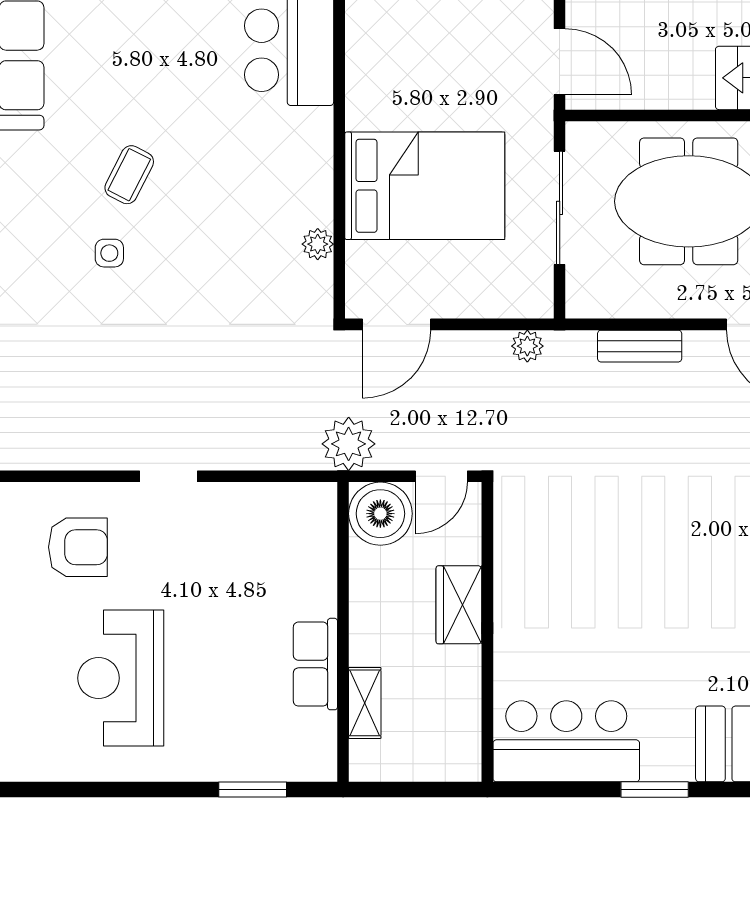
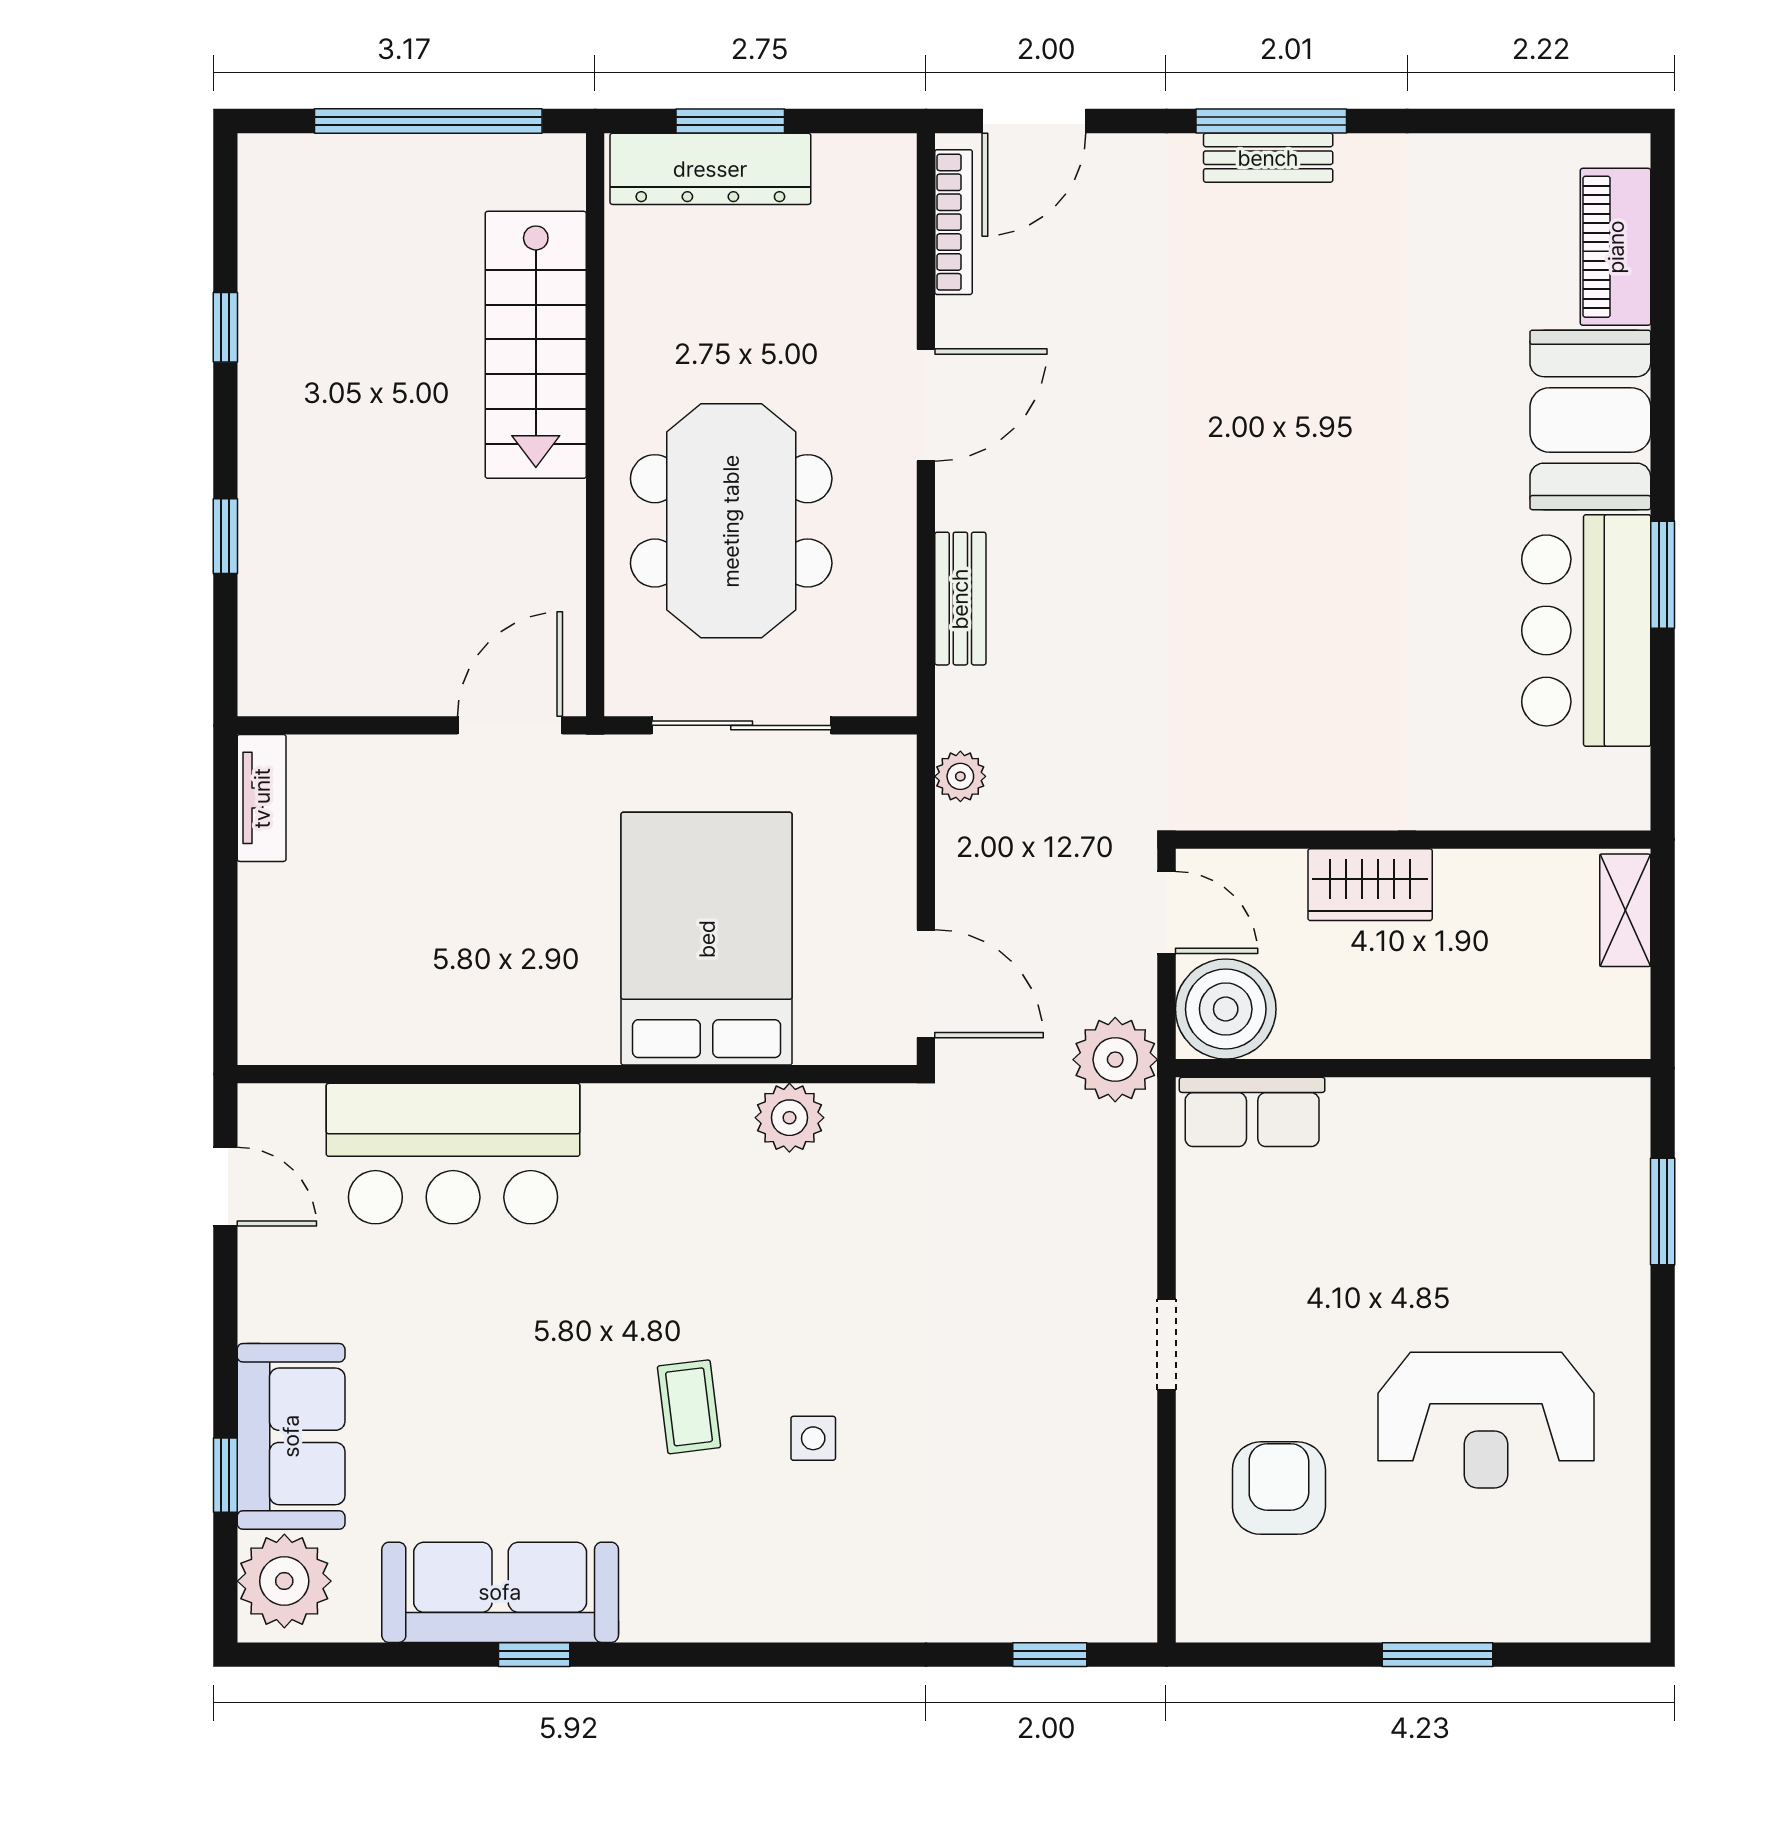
coffee table: (129, 175) -> (689, 1407), turned 56
plant: (318, 244) -> (789, 1118), width x1.38, depth x1.38
row of seats: (315, 664) -> (1252, 1112), moved
shelving: (365, 703) -> (1625, 910), moved, turned 90
bar counter: (566, 741) -> (1586, 630), moved

